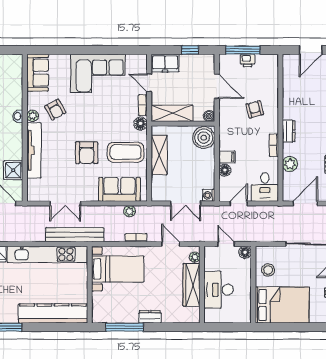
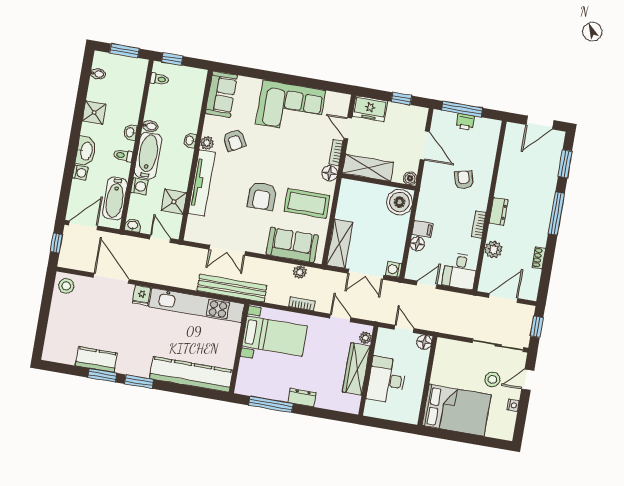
shelving: (159, 155) -> (340, 244), moved
stool: (268, 270) -> (492, 379), moved

